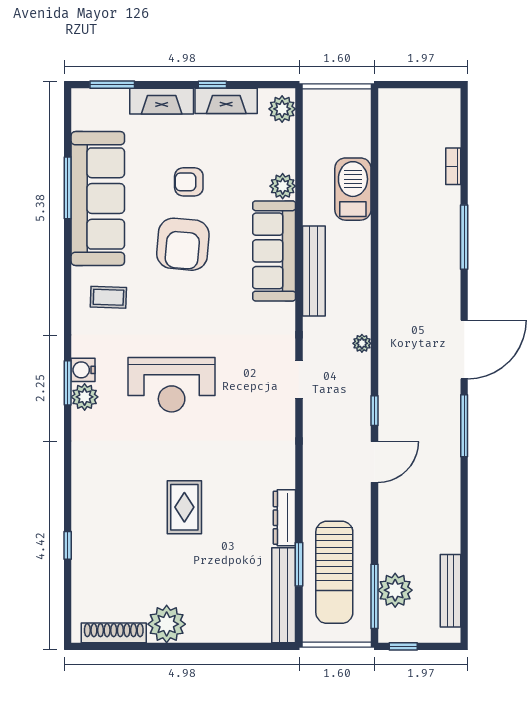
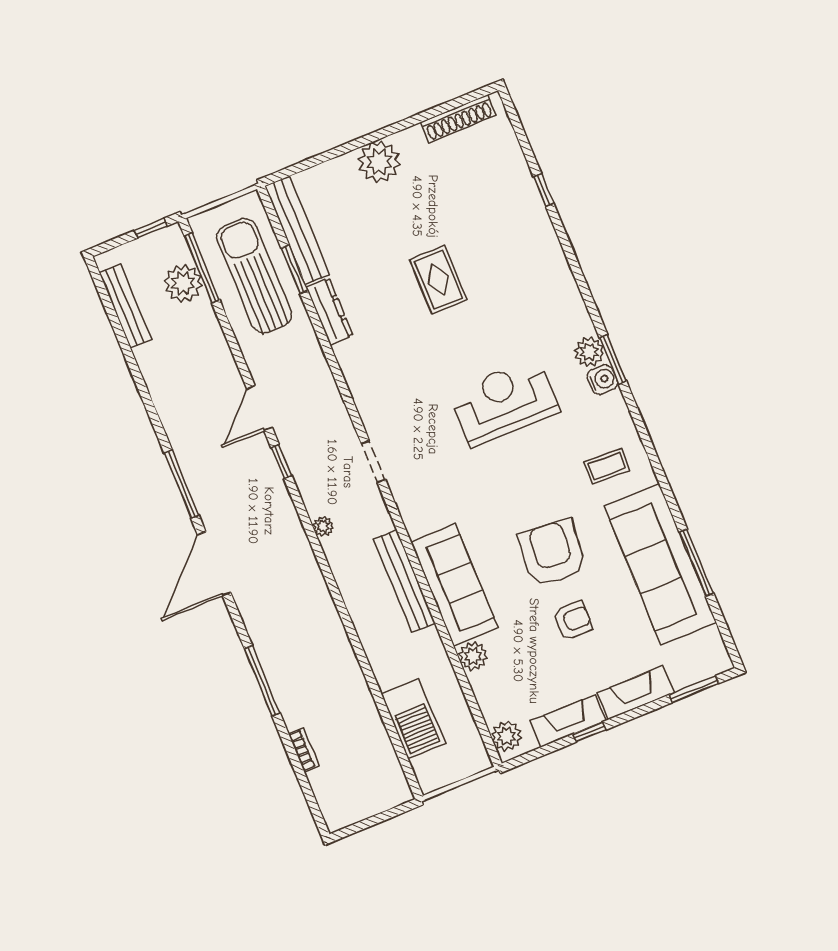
barbecue: (353, 189) -> (413, 719), moved
plant: (167, 624) -> (379, 162), moved

